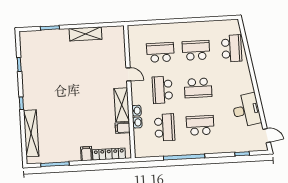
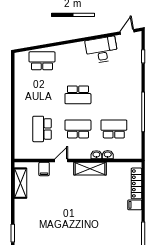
shelving: (86, 34) -> (20, 183), moved
school desk: (196, 50) -> (42, 95), removed
school desk: (198, 88) -> (78, 95), turned 90
school desk: (162, 90) -> (78, 129), turned 180
school desk: (200, 125) -> (114, 95), removed
filing cabinet: (123, 128) -> (44, 169), moved

